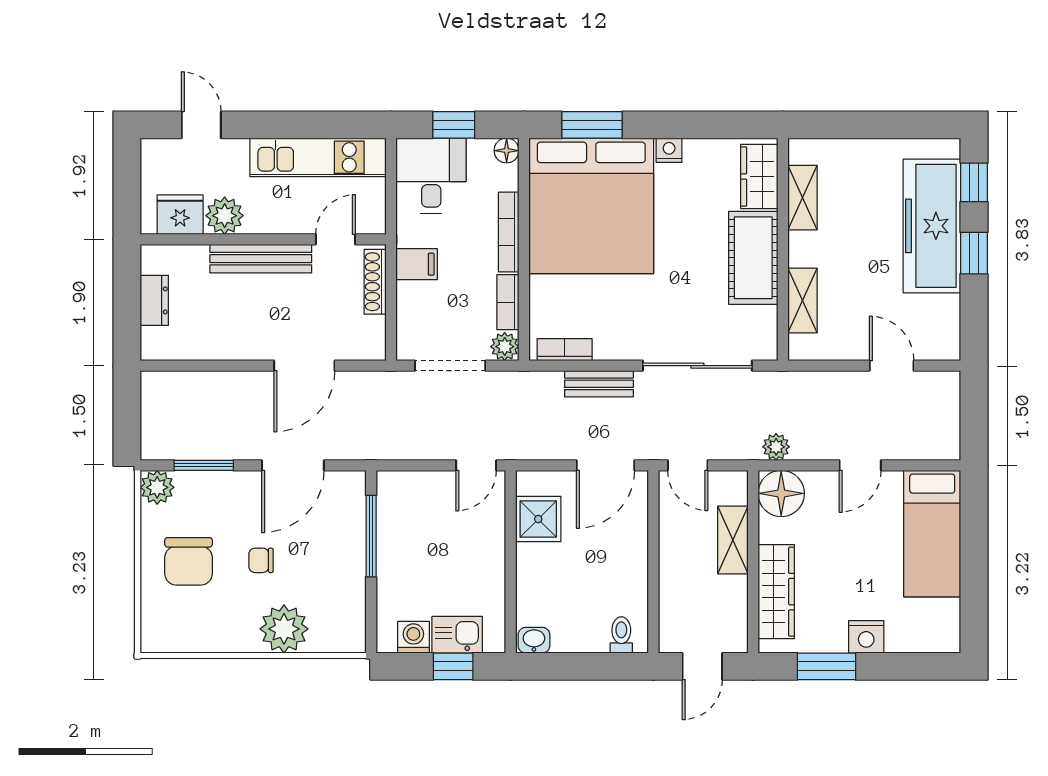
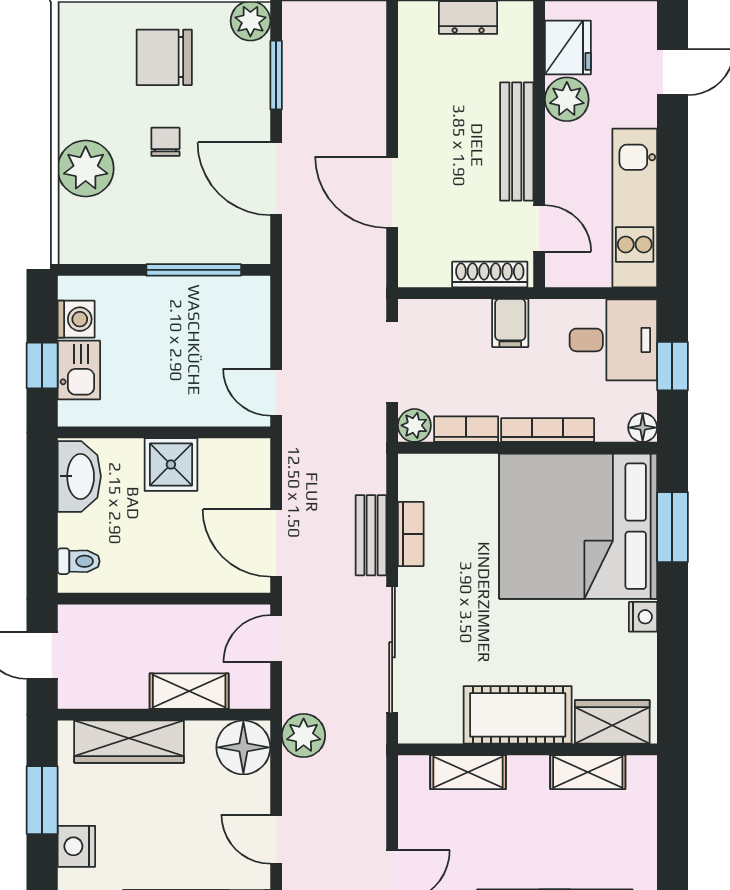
bookcase: (565, 350) -> (411, 534), moved
plant: (776, 447) -> (304, 735), width x1.38, depth x1.38
shower: (538, 519) -> (171, 465), moved
washbasin: (534, 640) -> (79, 476), width x1.91, depth x1.45

